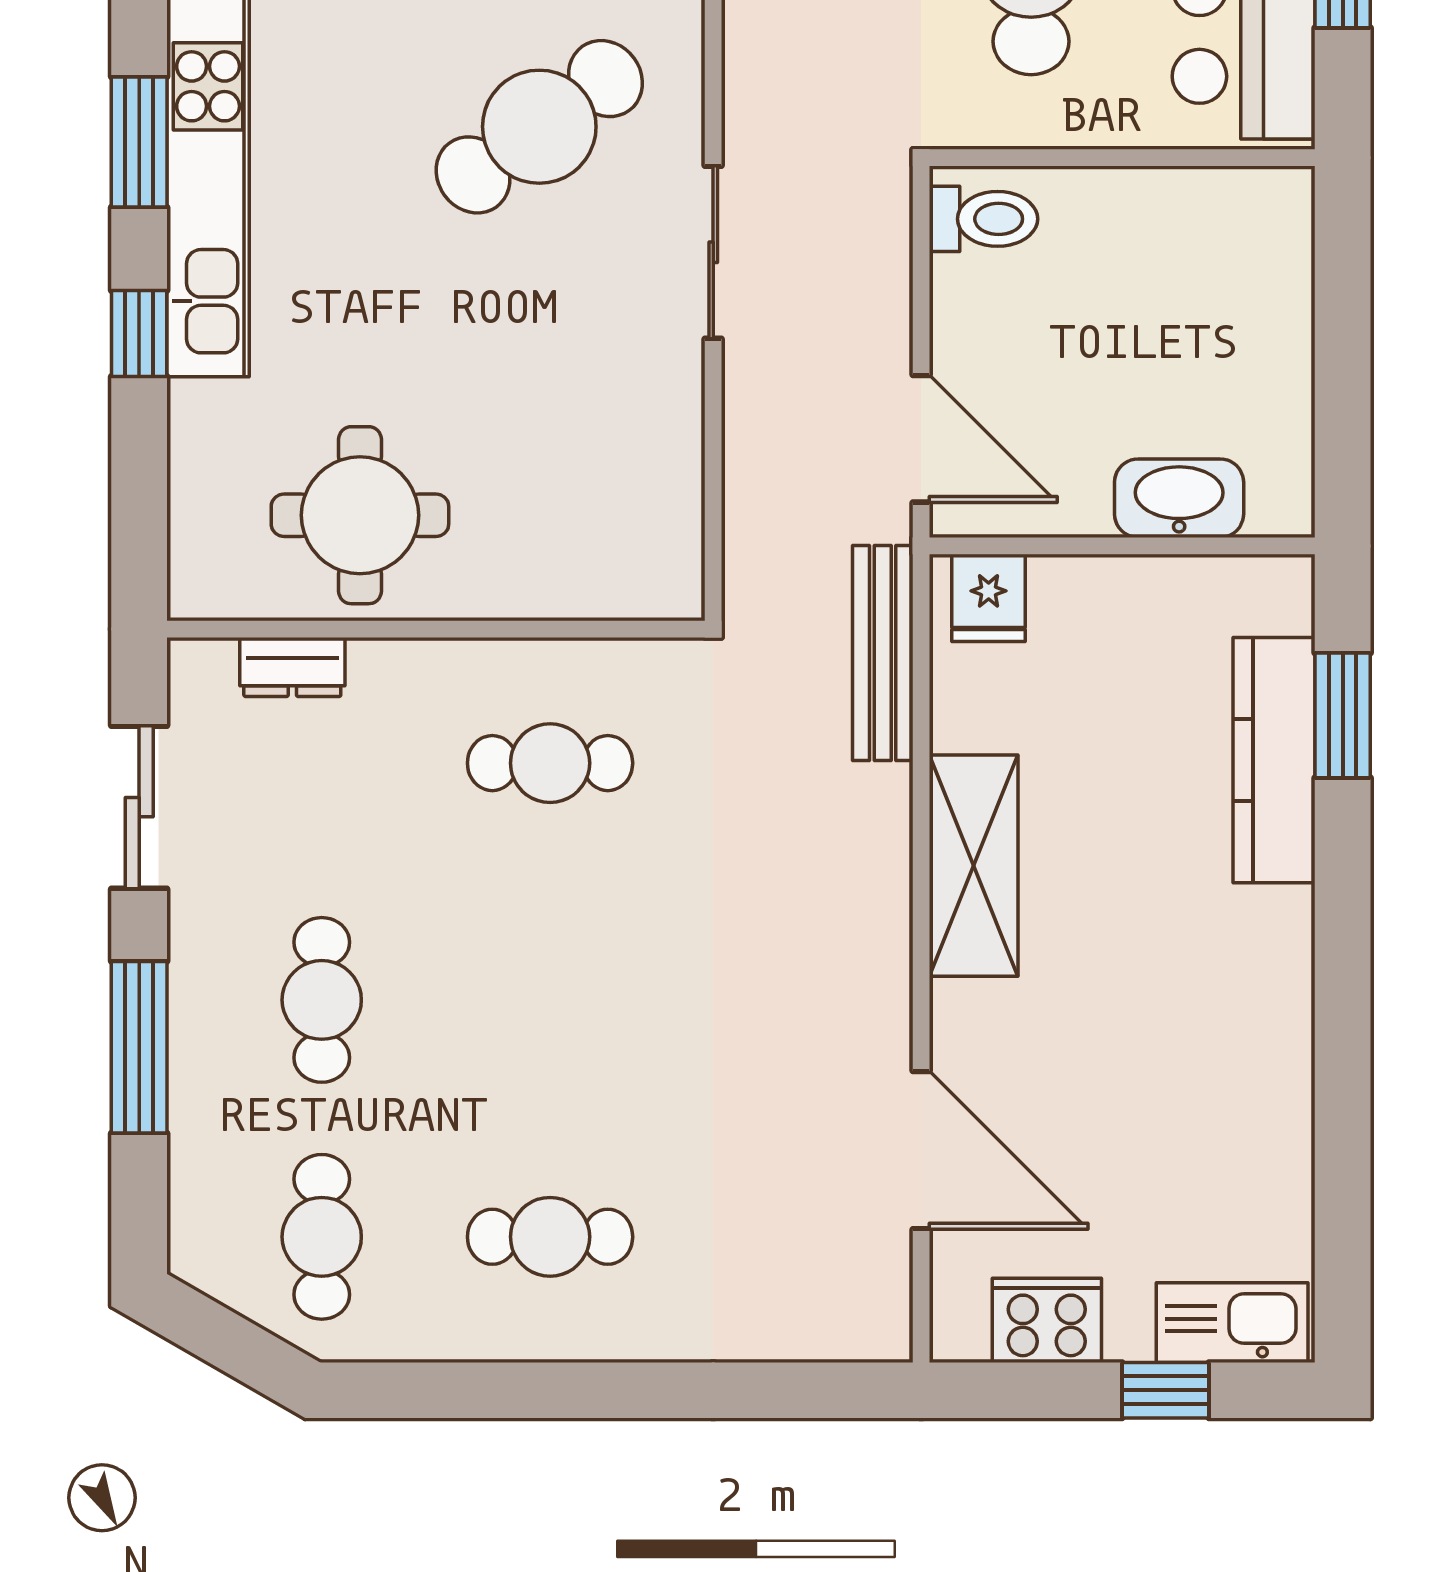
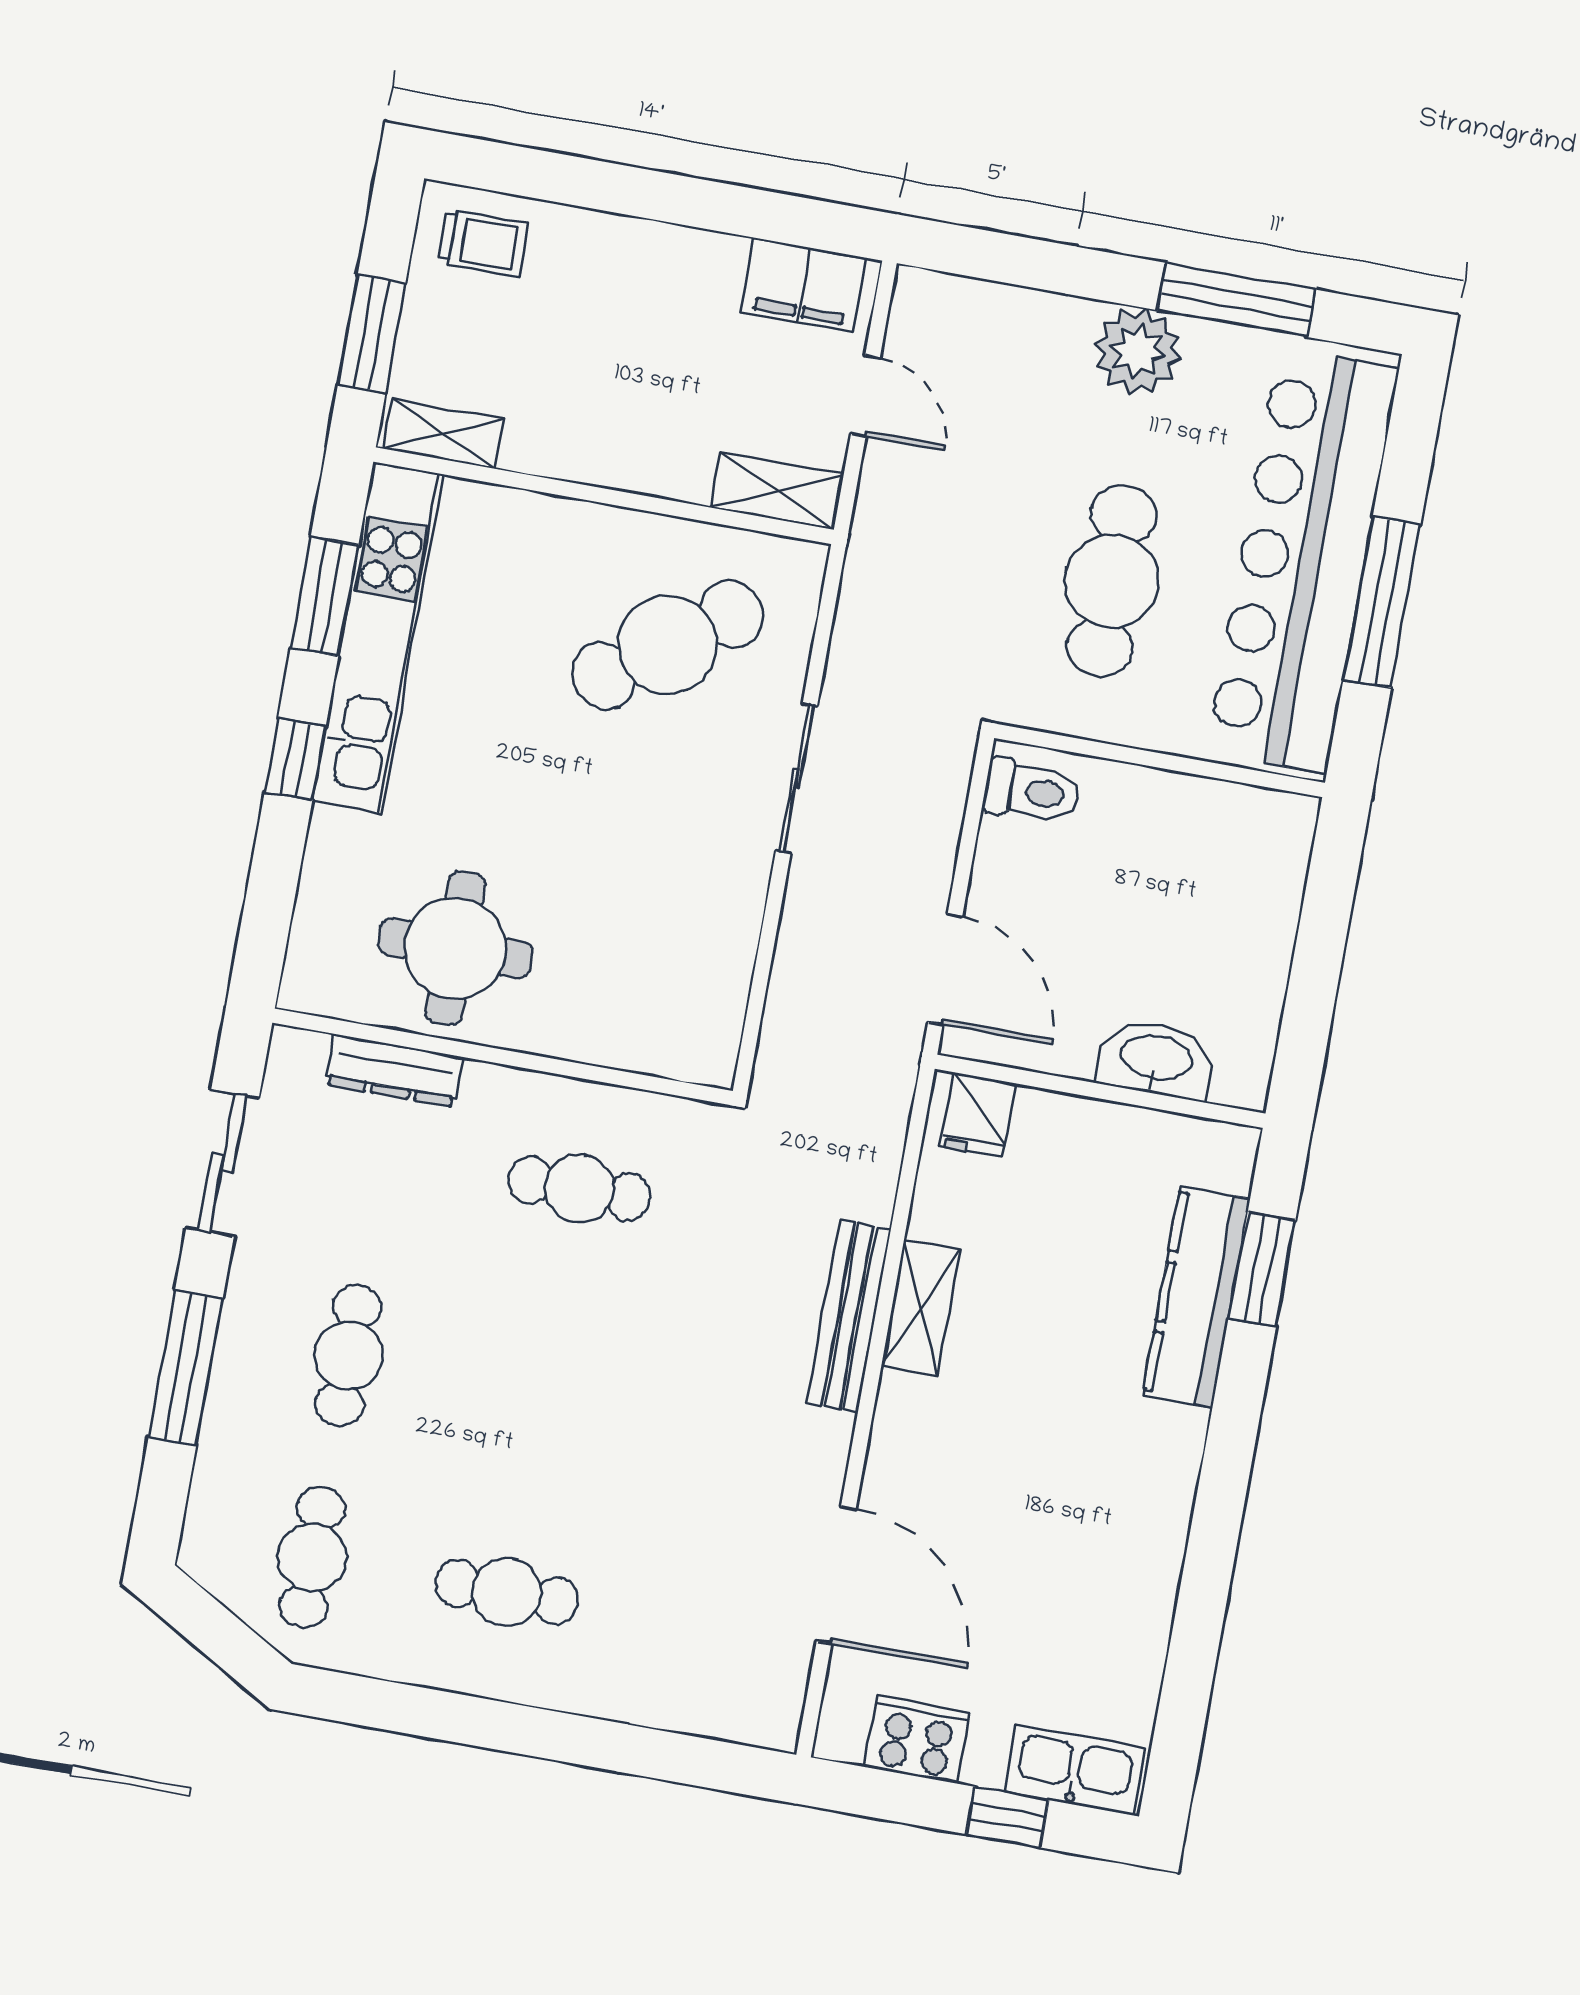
bench: (883, 653) -> (849, 1316), moved
dresser: (292, 667) -> (394, 1071), width x1.44
shelving: (974, 866) -> (921, 1308), width x0.67, depth x0.75

